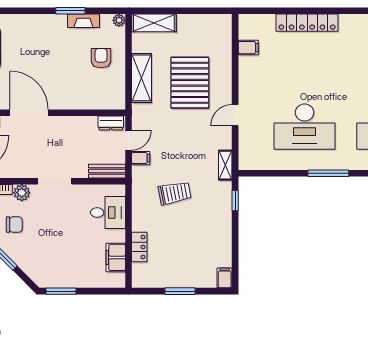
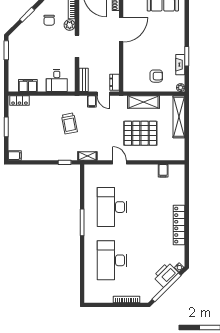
shelving: (154, 23) -> (179, 117), width x1.47
locker: (307, 23) -> (179, 225), moved
locker: (139, 247) -> (19, 101), moved

